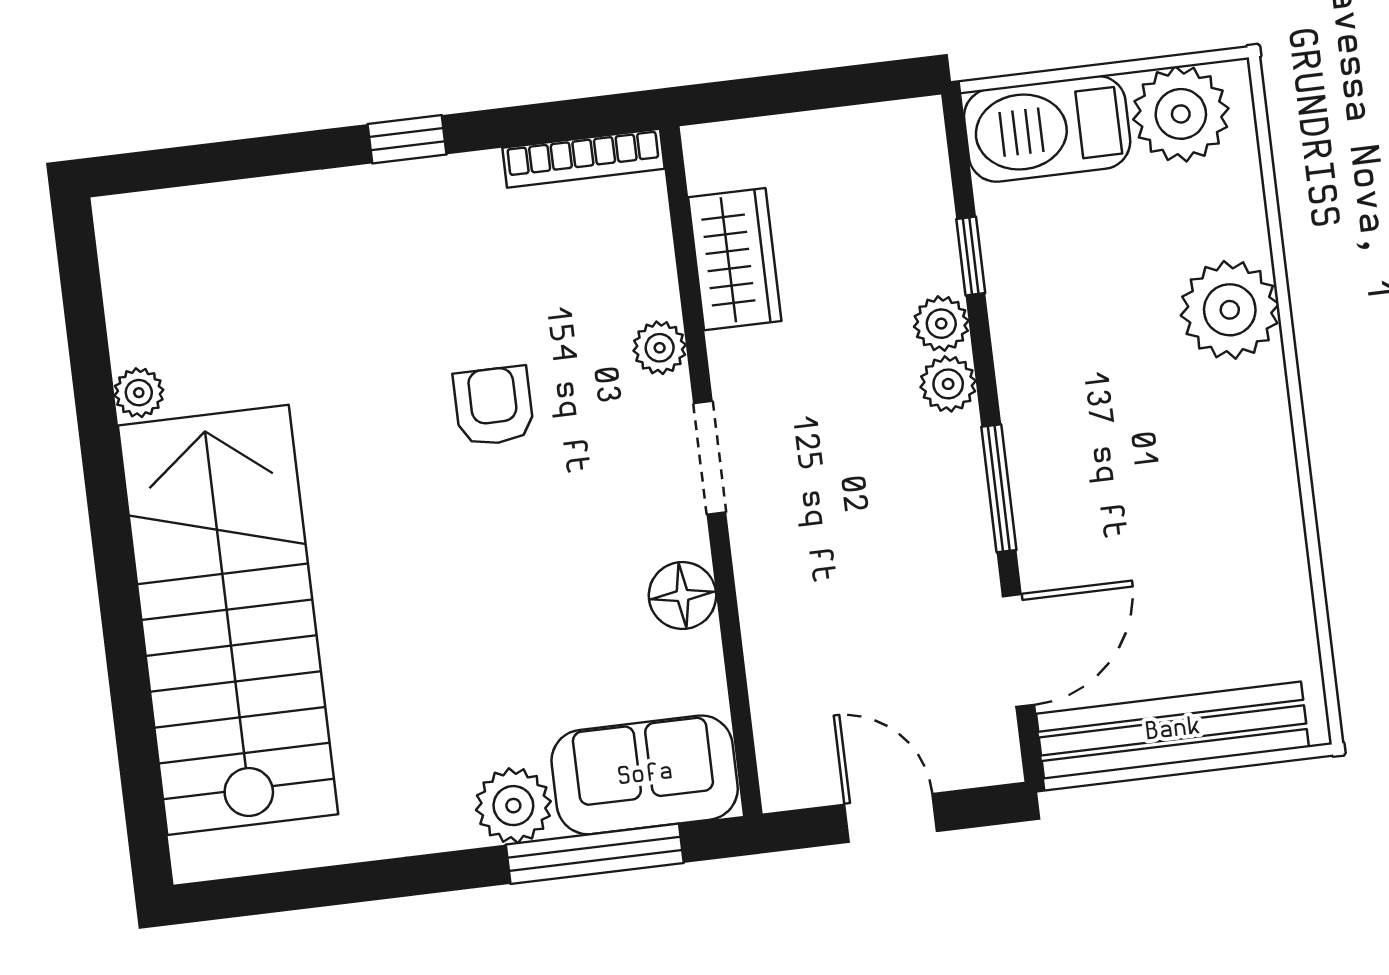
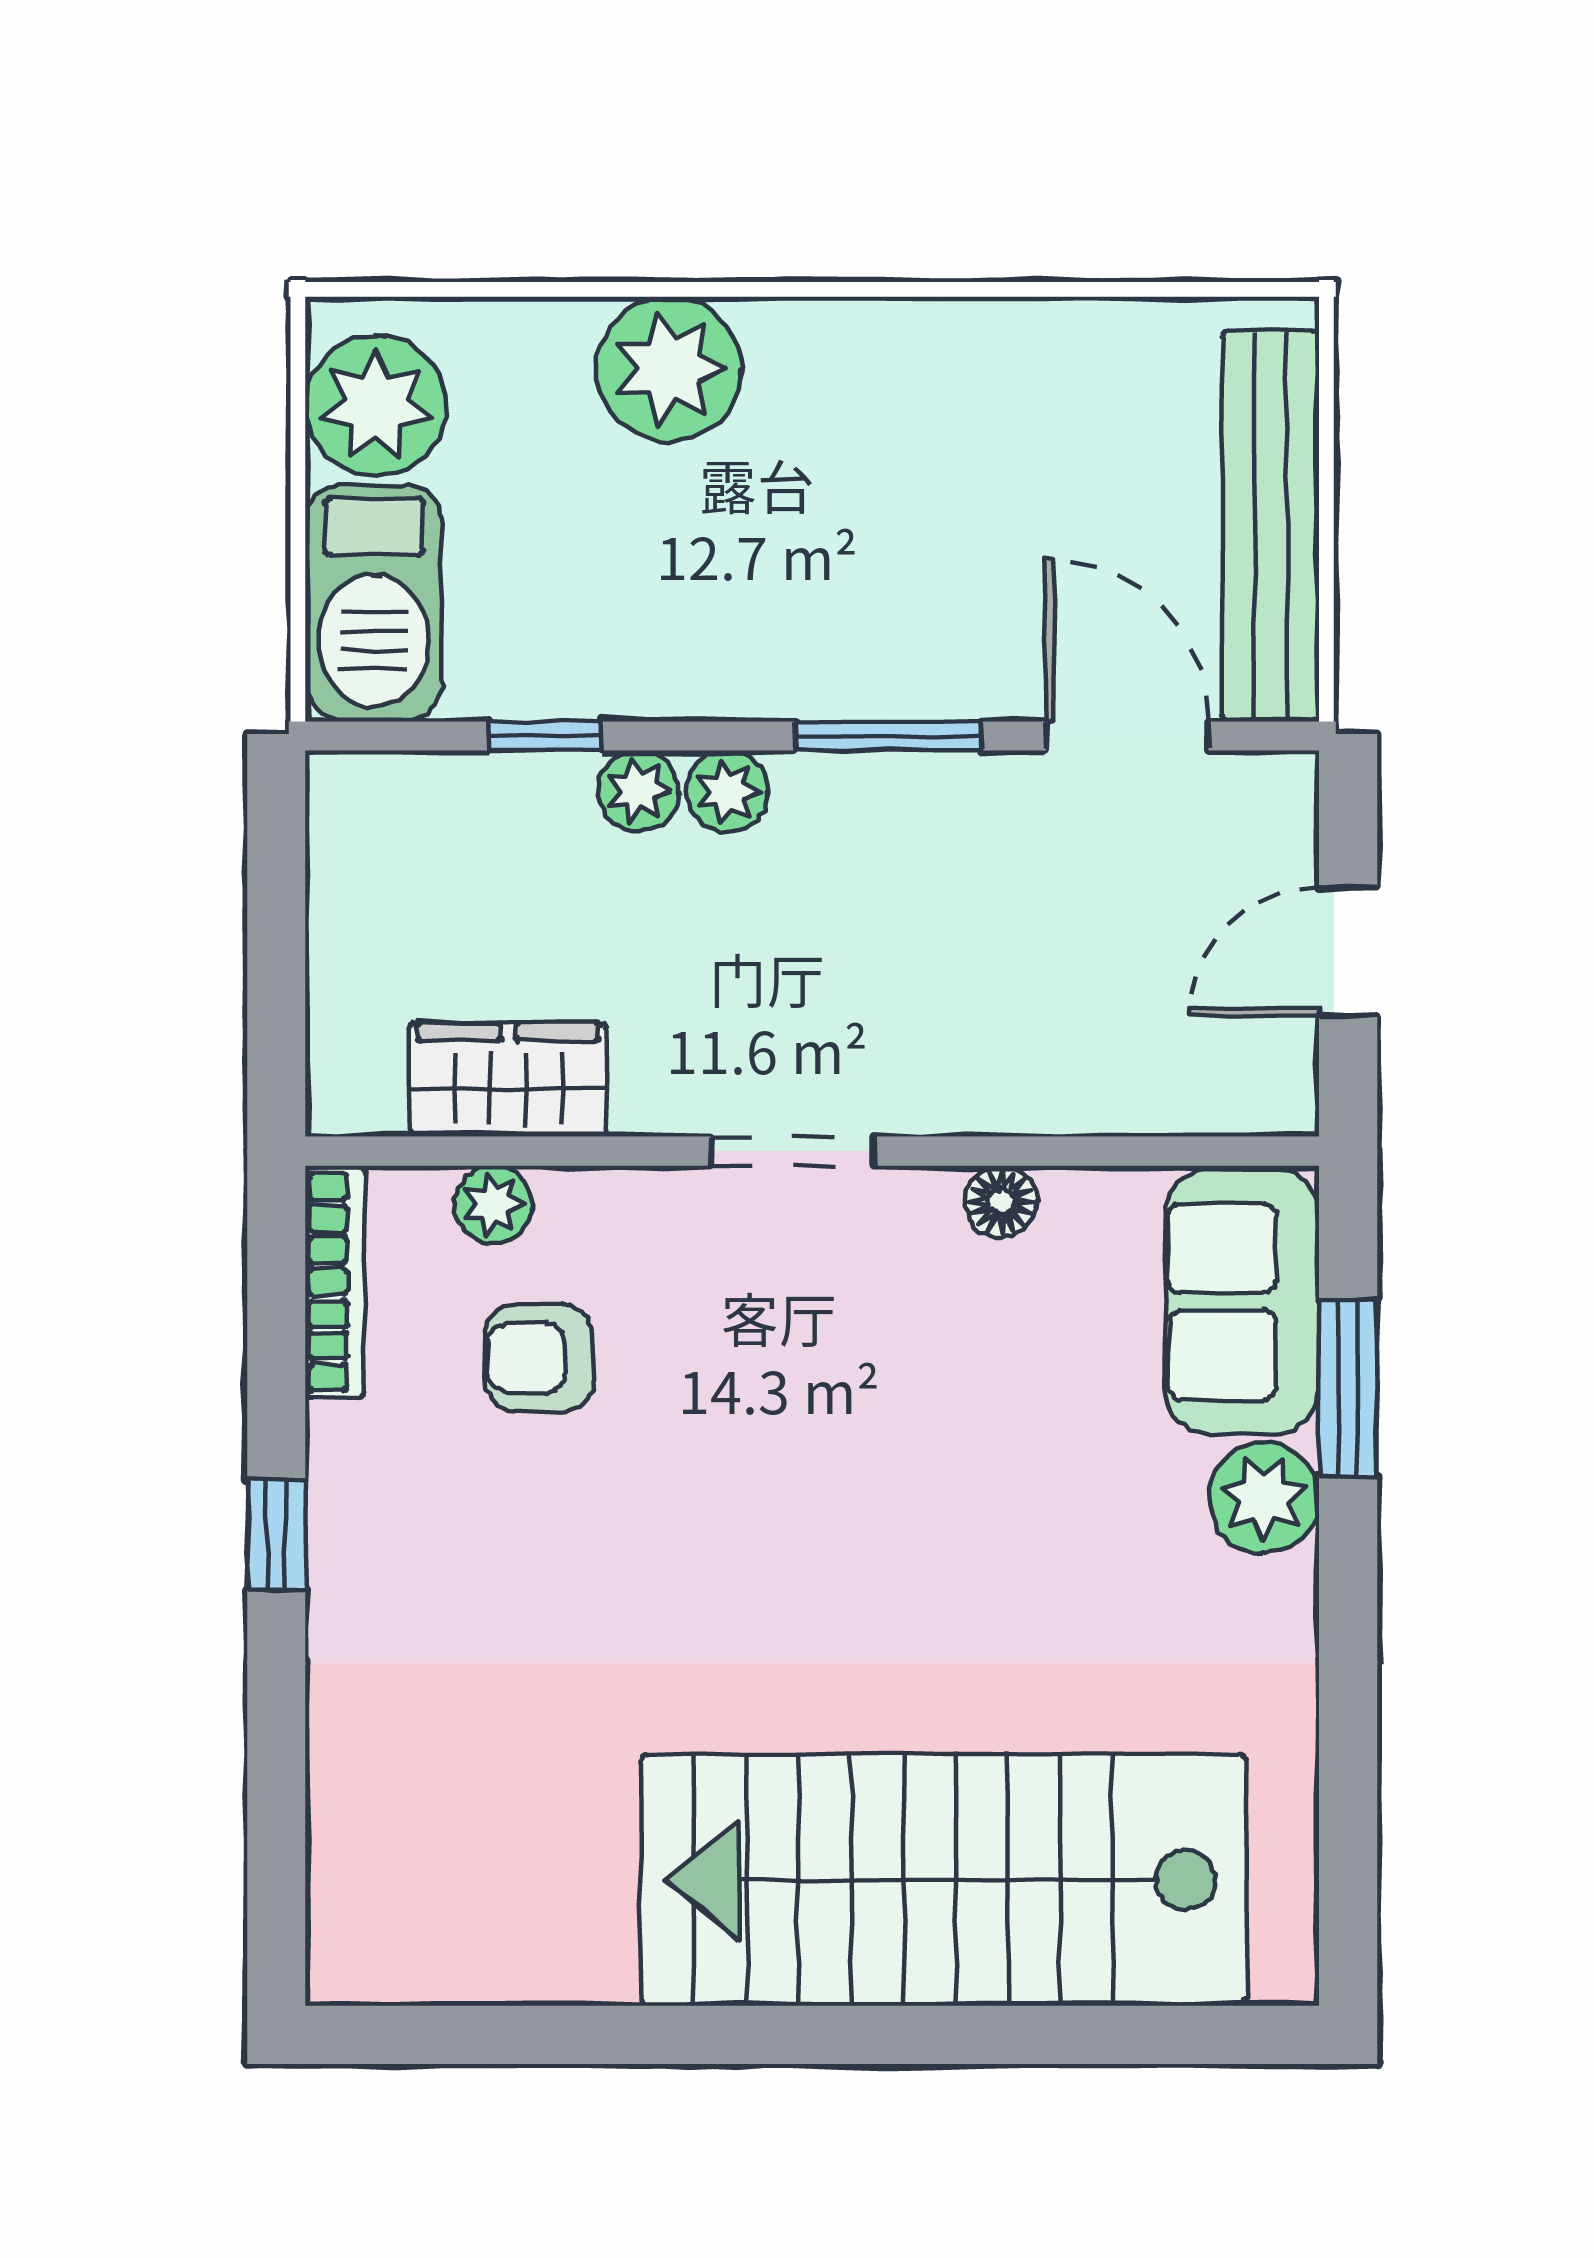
plant: (660, 348) -> (493, 1205), moved
plant: (139, 393) -> (598, 1970), removed
armchair: (494, 406) -> (539, 1358), moved
floor lamp: (682, 595) -> (1001, 1202), width x0.73, depth x0.73
window: (595, 854) -> (1348, 1388), width x0.69

